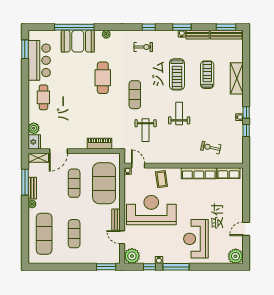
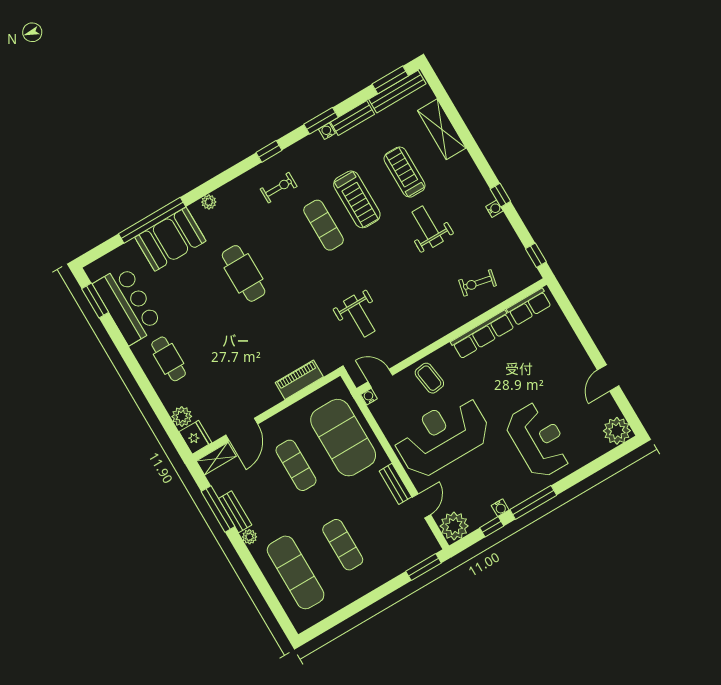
shelving: (237, 78) -> (442, 129), moved
exercise mat: (135, 95) -> (324, 225), moved
weight bench: (179, 114) -> (428, 227), moved
window: (246, 131) -> (536, 255), moved
door: (122, 237) -> (421, 506), swing flipped
reception desk: (196, 239) -> (539, 440), turned 180

